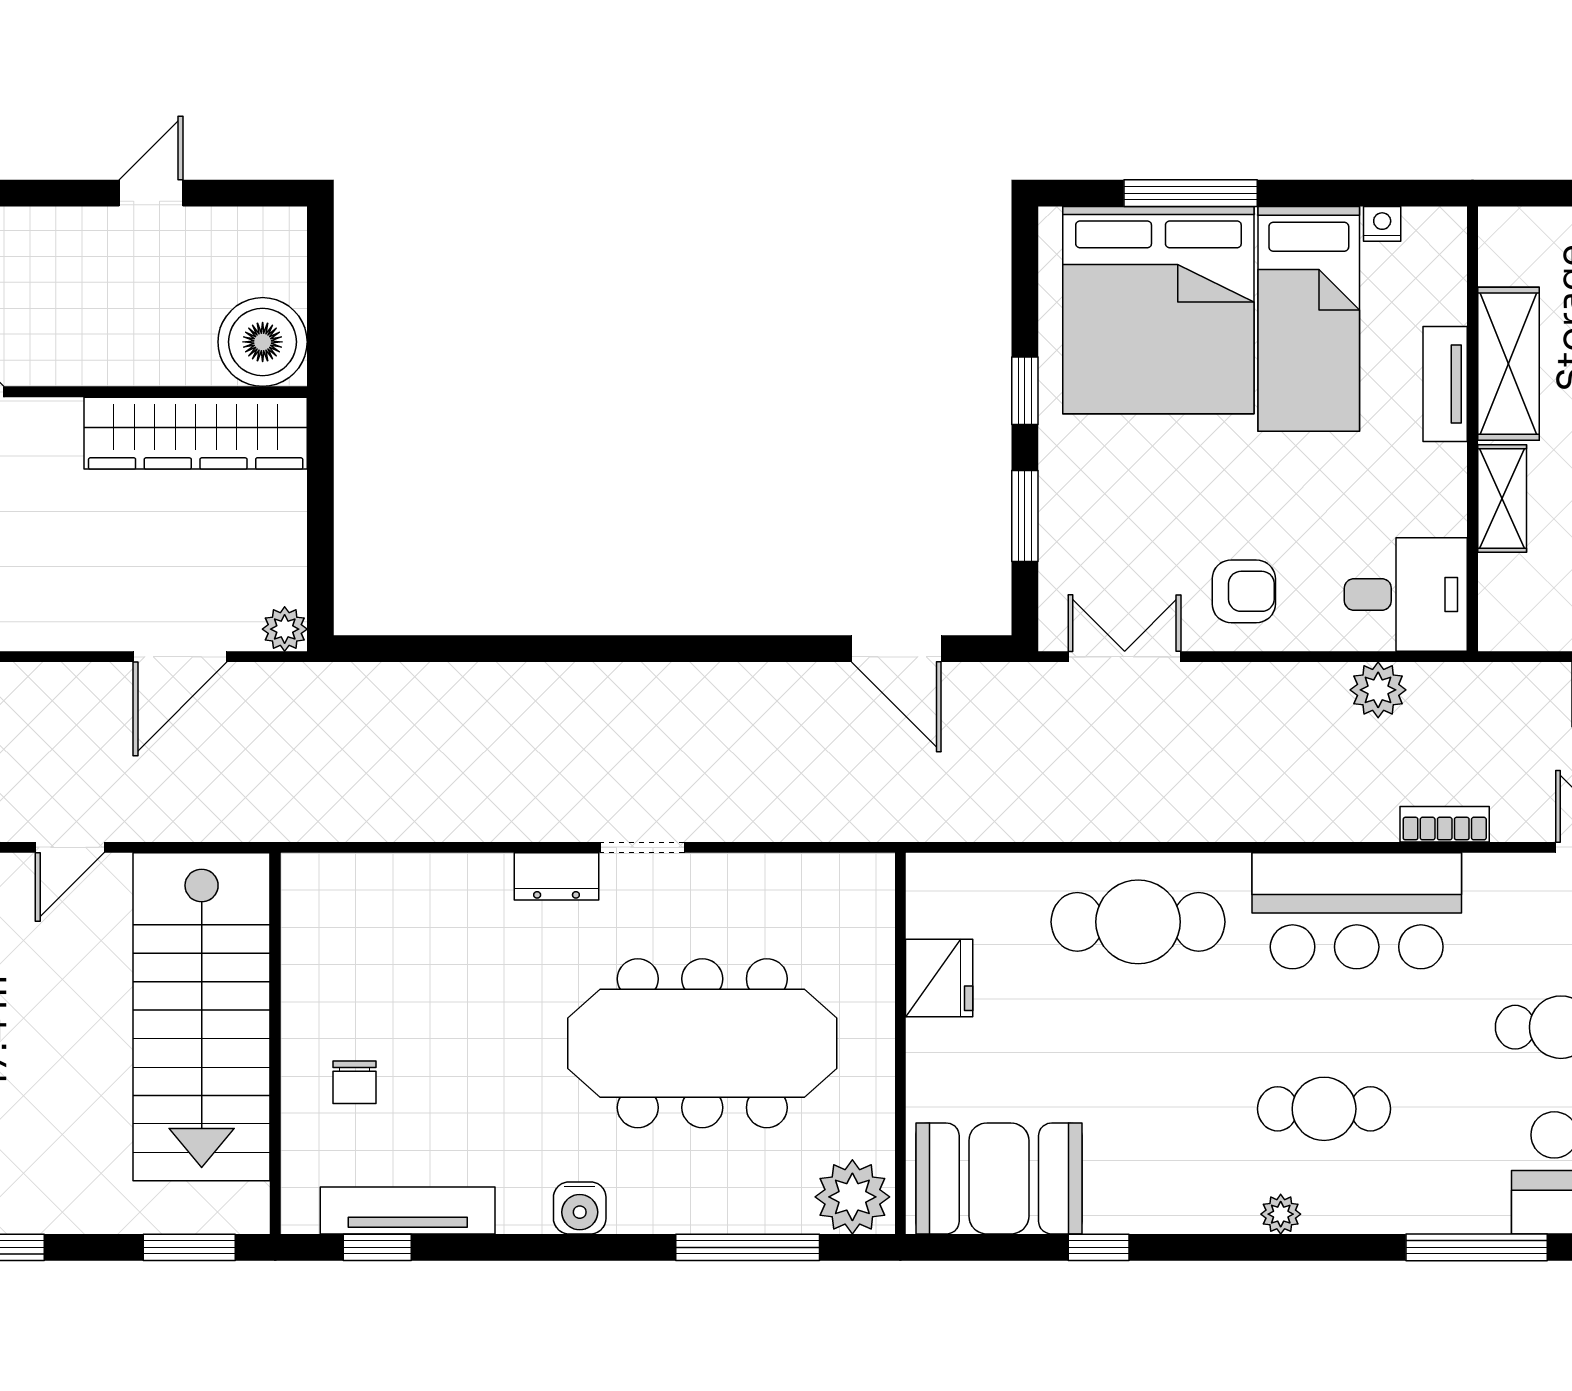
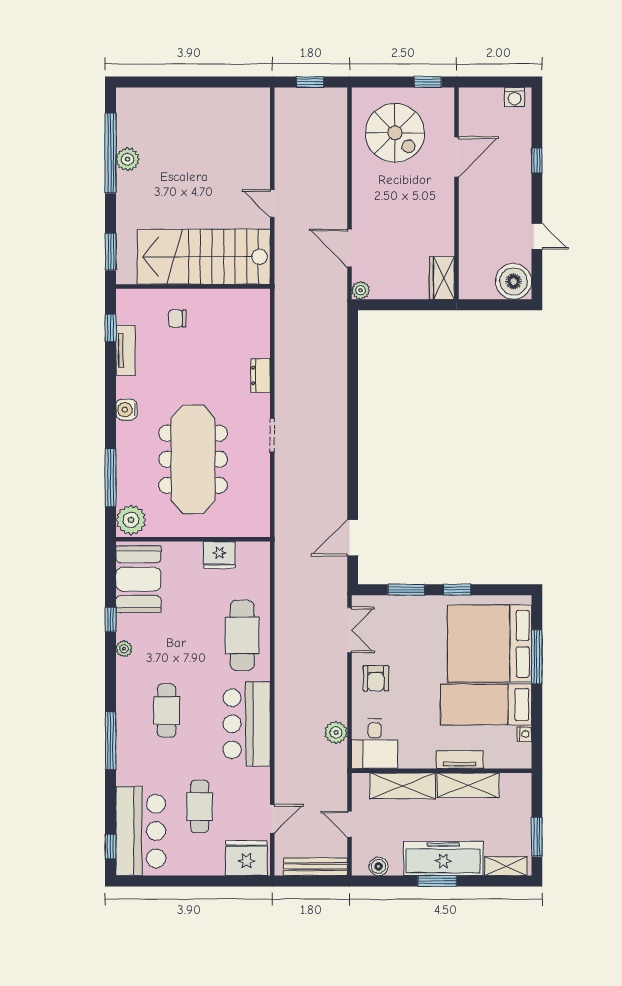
boiler: (263, 342) -> (514, 281), moved
wardrobe: (196, 433) -> (442, 278), width x0.48, depth x0.85
shelving: (1502, 498) -> (402, 786), width x1.50, depth x1.33
bookcase: (1445, 824) -> (282, 759), removed
dresser: (557, 876) -> (261, 375), moved
tv unit: (408, 1210) -> (125, 350), width x0.71
plant: (1281, 1214) -> (124, 649), moved
window: (1477, 1247) -> (111, 741), moved

